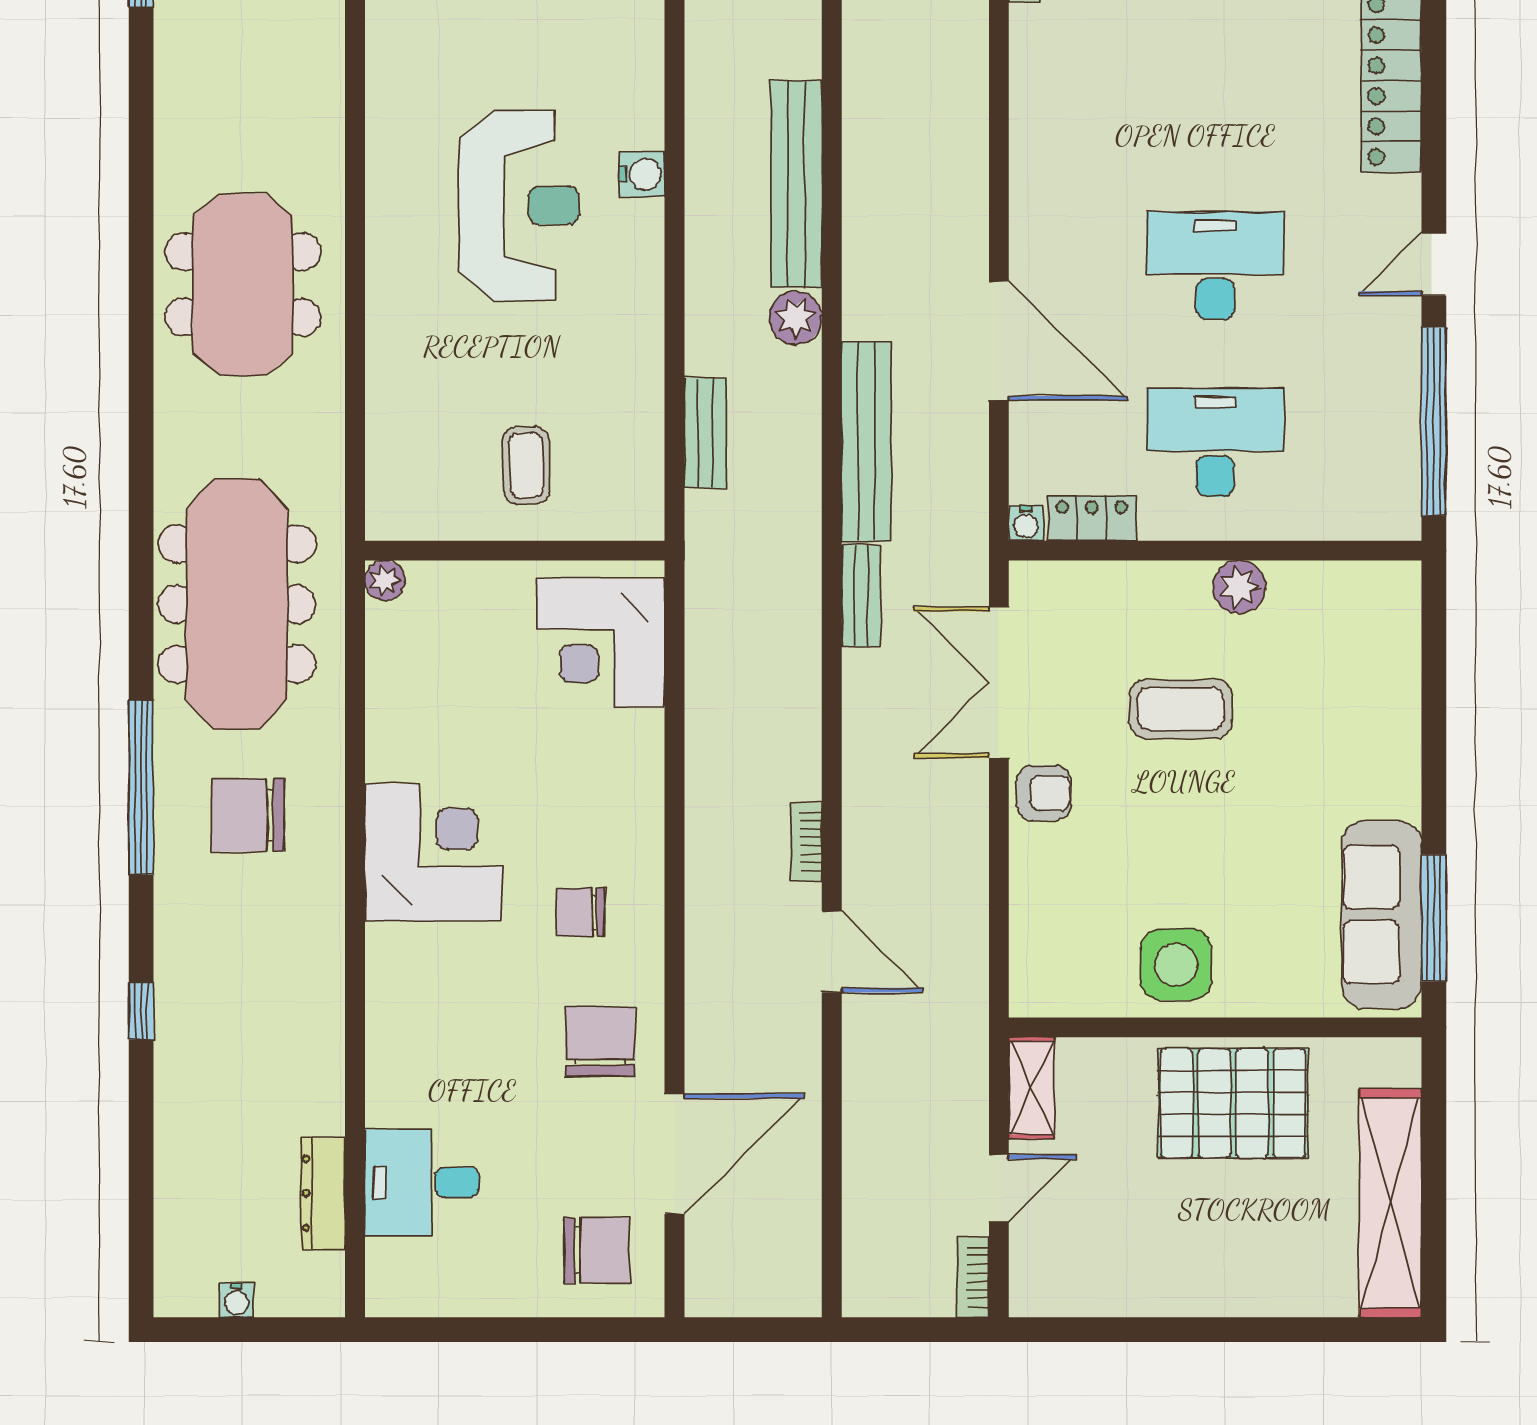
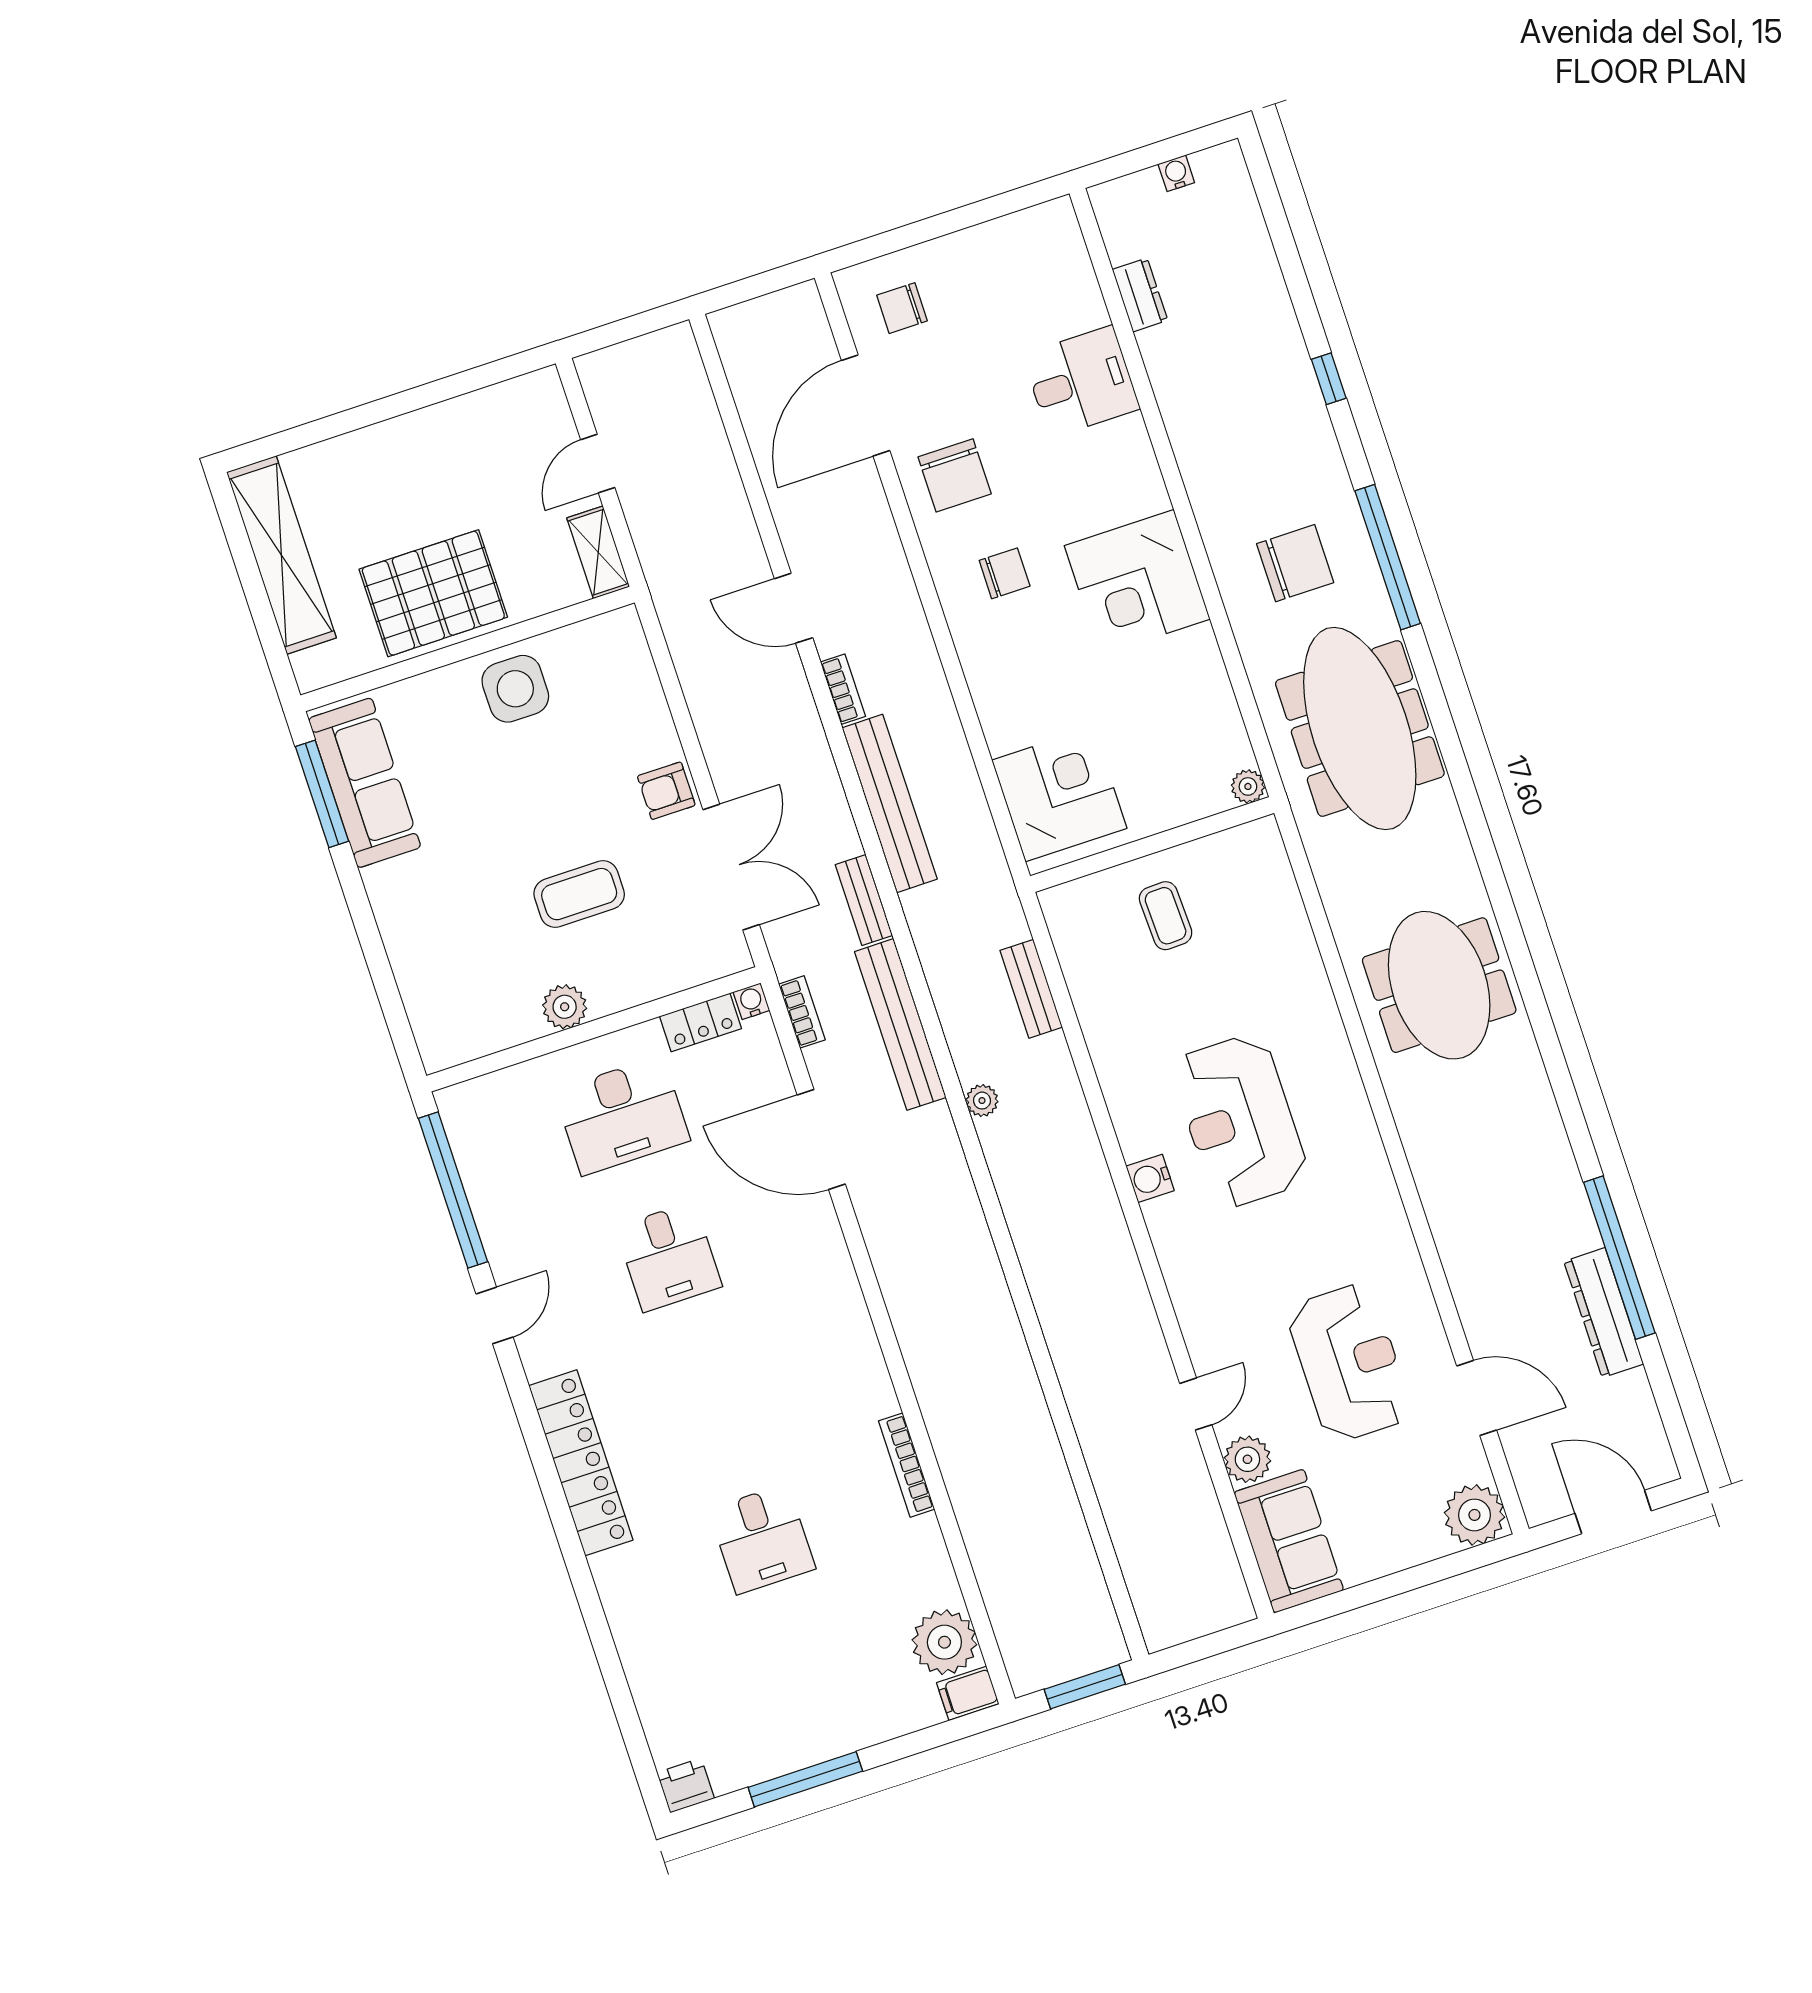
bench: (796, 184) -> (890, 803), moved
desk: (1215, 266) -> (669, 1257), width x0.73
plant: (795, 318) -> (982, 1101), width x0.73, depth x0.73
desk: (422, 1182) -> (1081, 382), moved
dresser: (323, 1193) -> (1140, 295), width x0.70
chair: (597, 1250) -> (902, 308), width x0.73, depth x0.73
bookcase: (973, 1277) -> (802, 1012), moved

